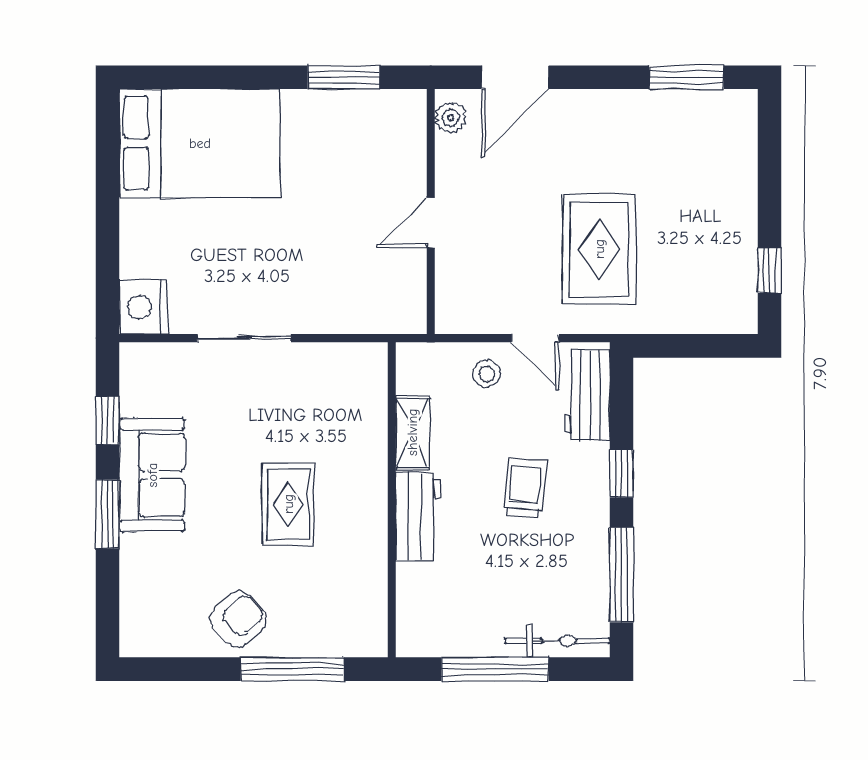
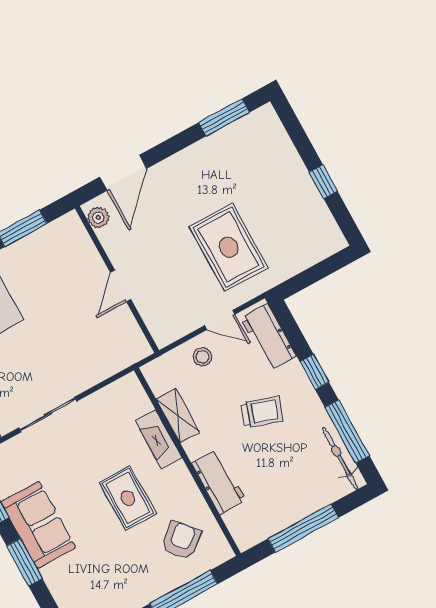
window: (770, 271) -> (323, 182), moved
fireplace: (370, 450) -> (159, 439), added
trolley: (525, 488) -> (262, 412), turned 104
workbench: (418, 517) -> (219, 482), moved
armchair: (238, 619) -> (181, 540), moved
bicycle: (557, 641) -> (340, 458), moved, turned -90

